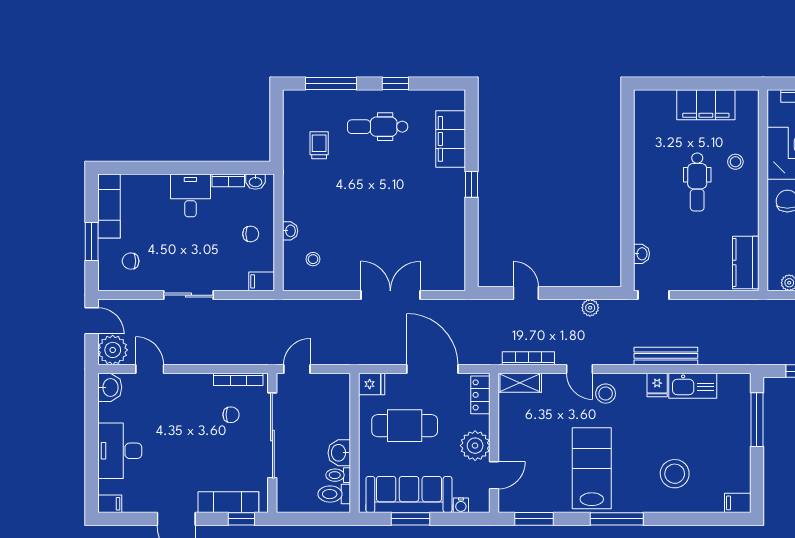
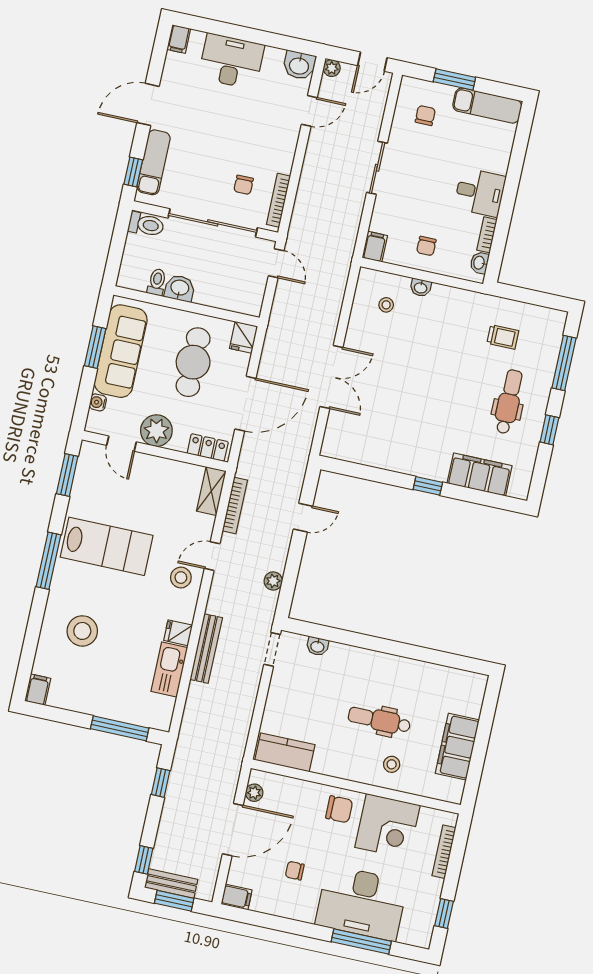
plant: (113, 350) -> (332, 68), width x0.53, depth x0.53
toilet: (334, 494) -> (146, 225), moved, turned 90

